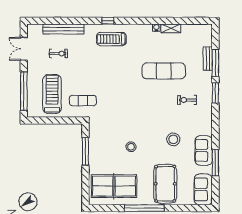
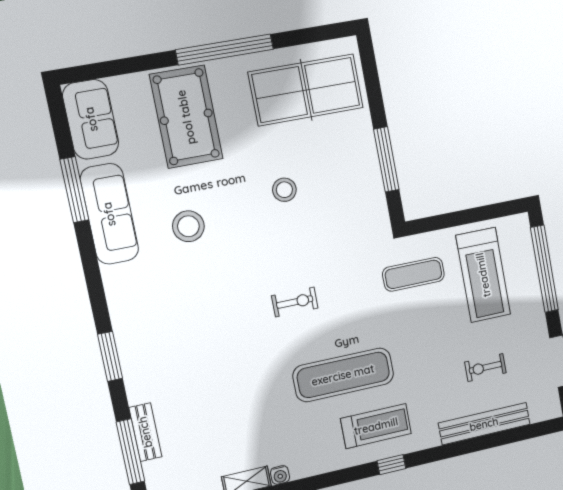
window: (215, 63) -> (130, 452), moved
exercise mat: (164, 71) -> (343, 375), moved
exercise bike: (187, 100) -> (295, 302), moved
sofa: (204, 150) -> (109, 214), width x1.36

